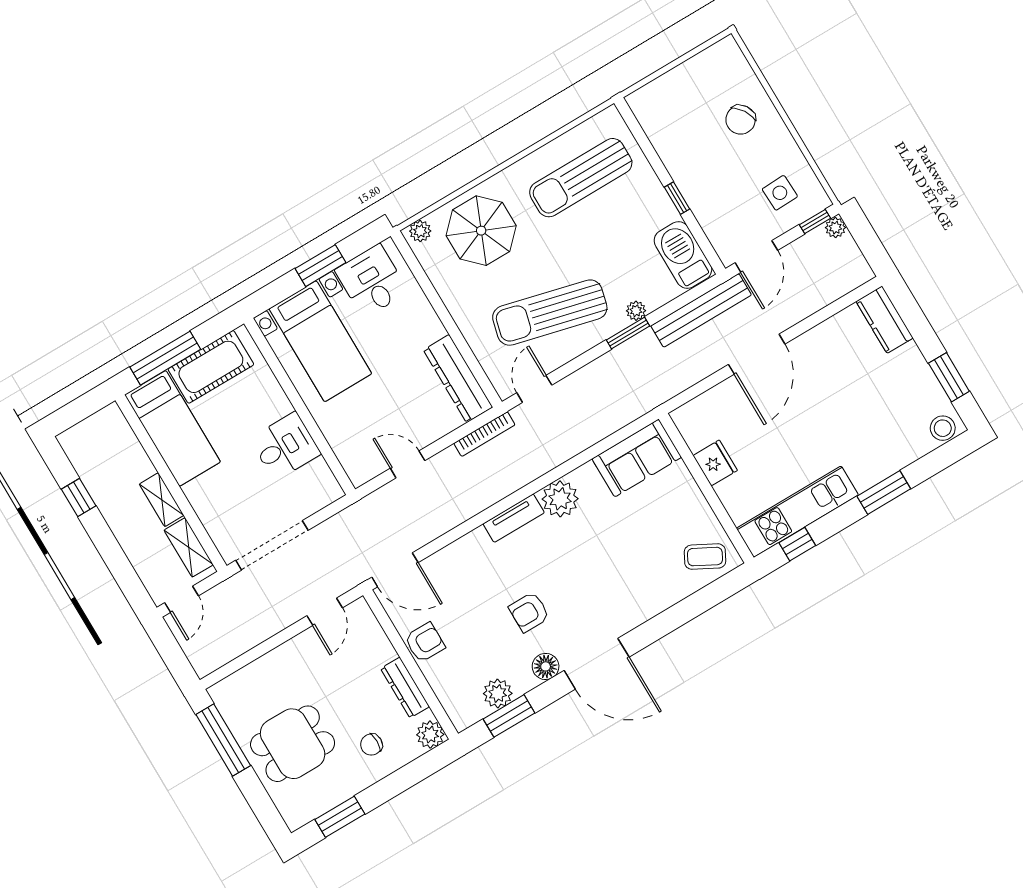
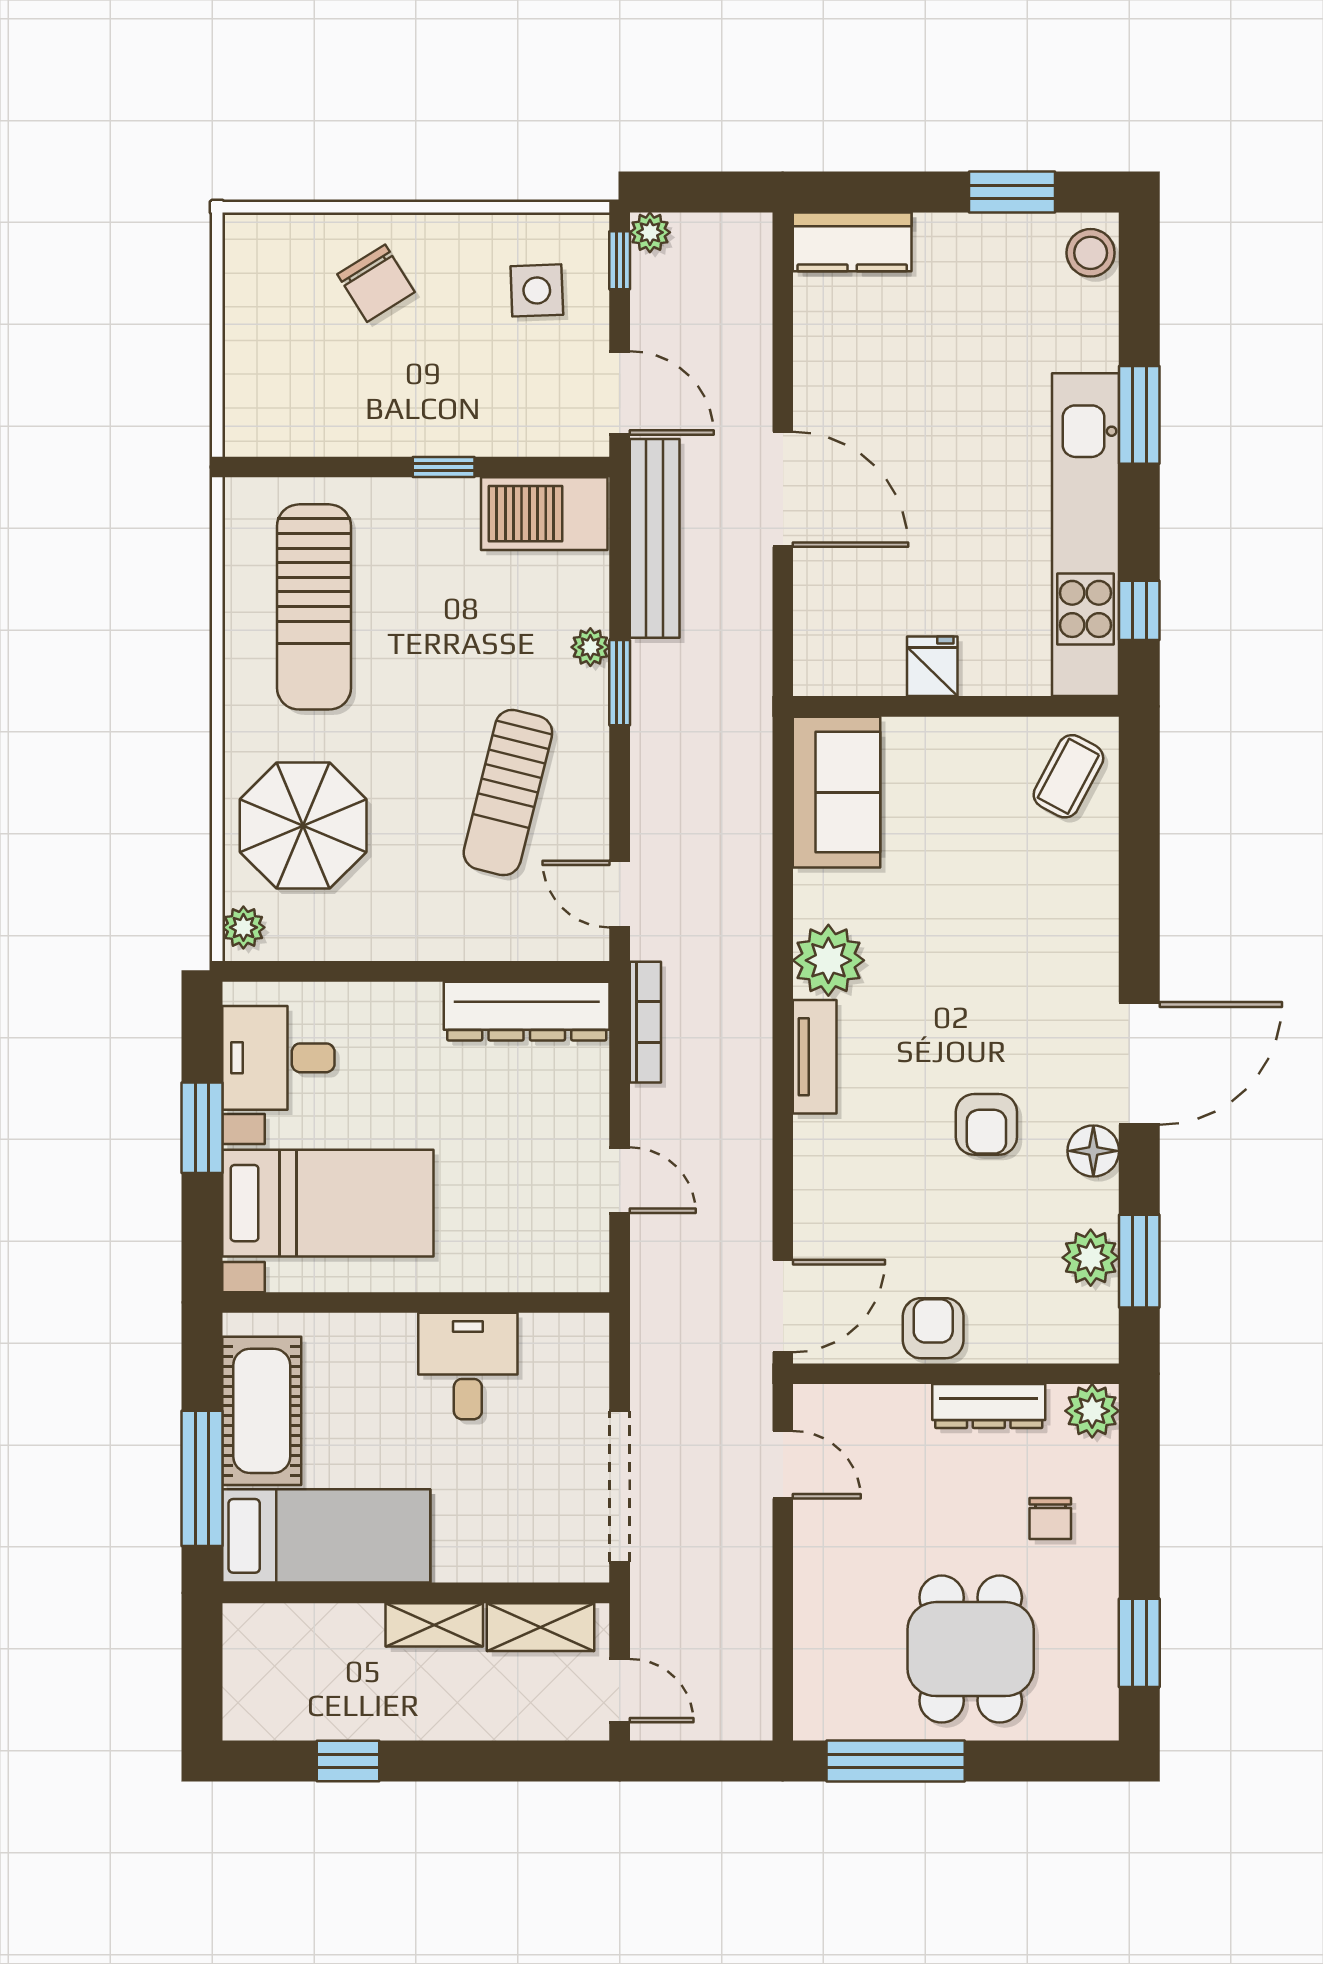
sun lounger: (550, 313) -> (508, 793), width x0.73, depth x0.75
fridge: (715, 463) -> (932, 666), width x0.72
door: (408, 464) -> (620, 1180), swing flipped
kitchen unit: (797, 512) -> (1086, 535), width x1.36

